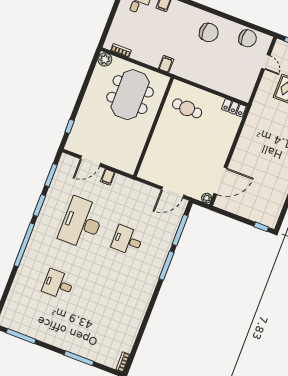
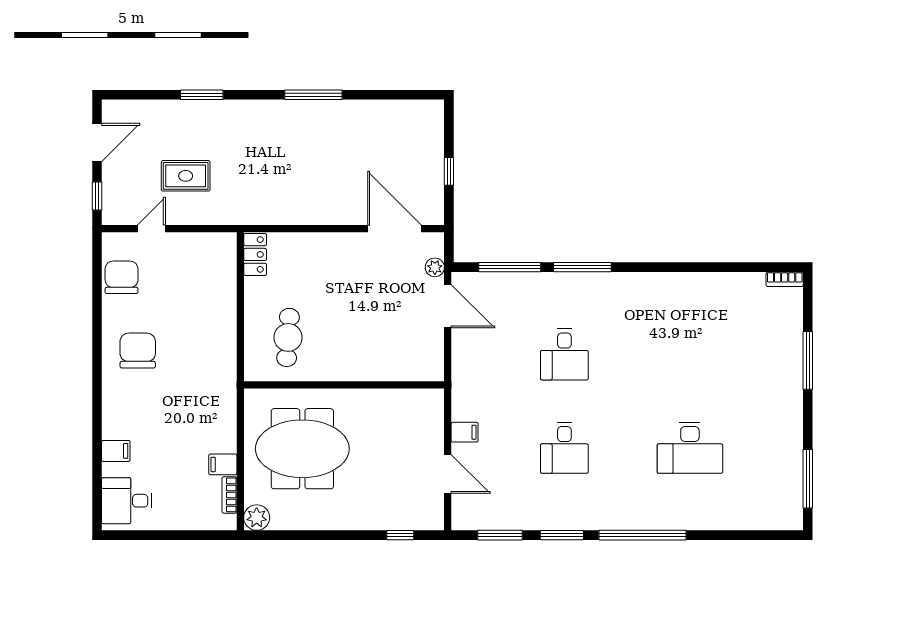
filing cabinet: (166, 64) -> (223, 464), moved
plant: (207, 198) -> (435, 267), moved
desk: (82, 223) -> (564, 448), width x0.53, depth x0.77
window: (261, 227) -> (449, 171), moved
desk: (58, 284) -> (690, 448), width x1.37

